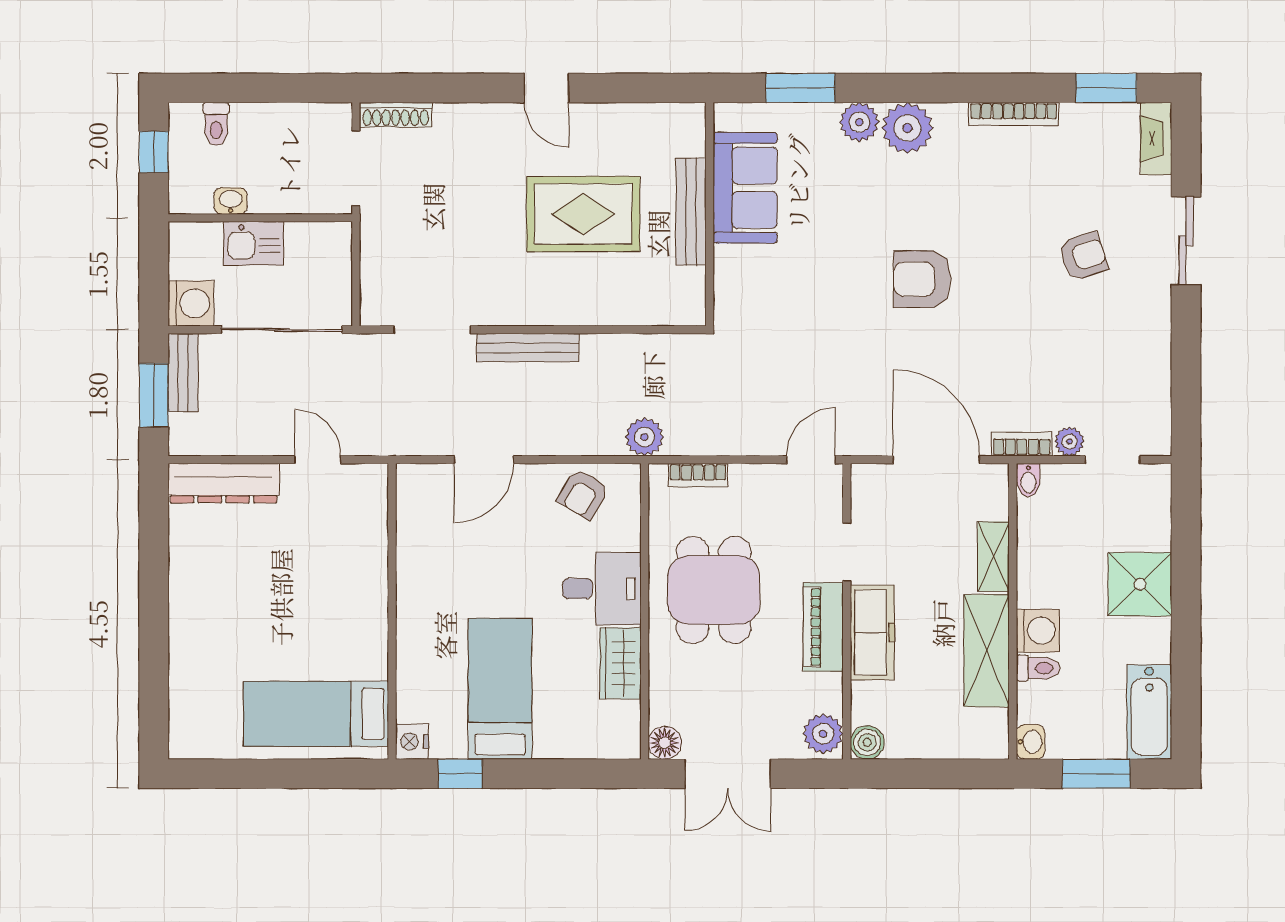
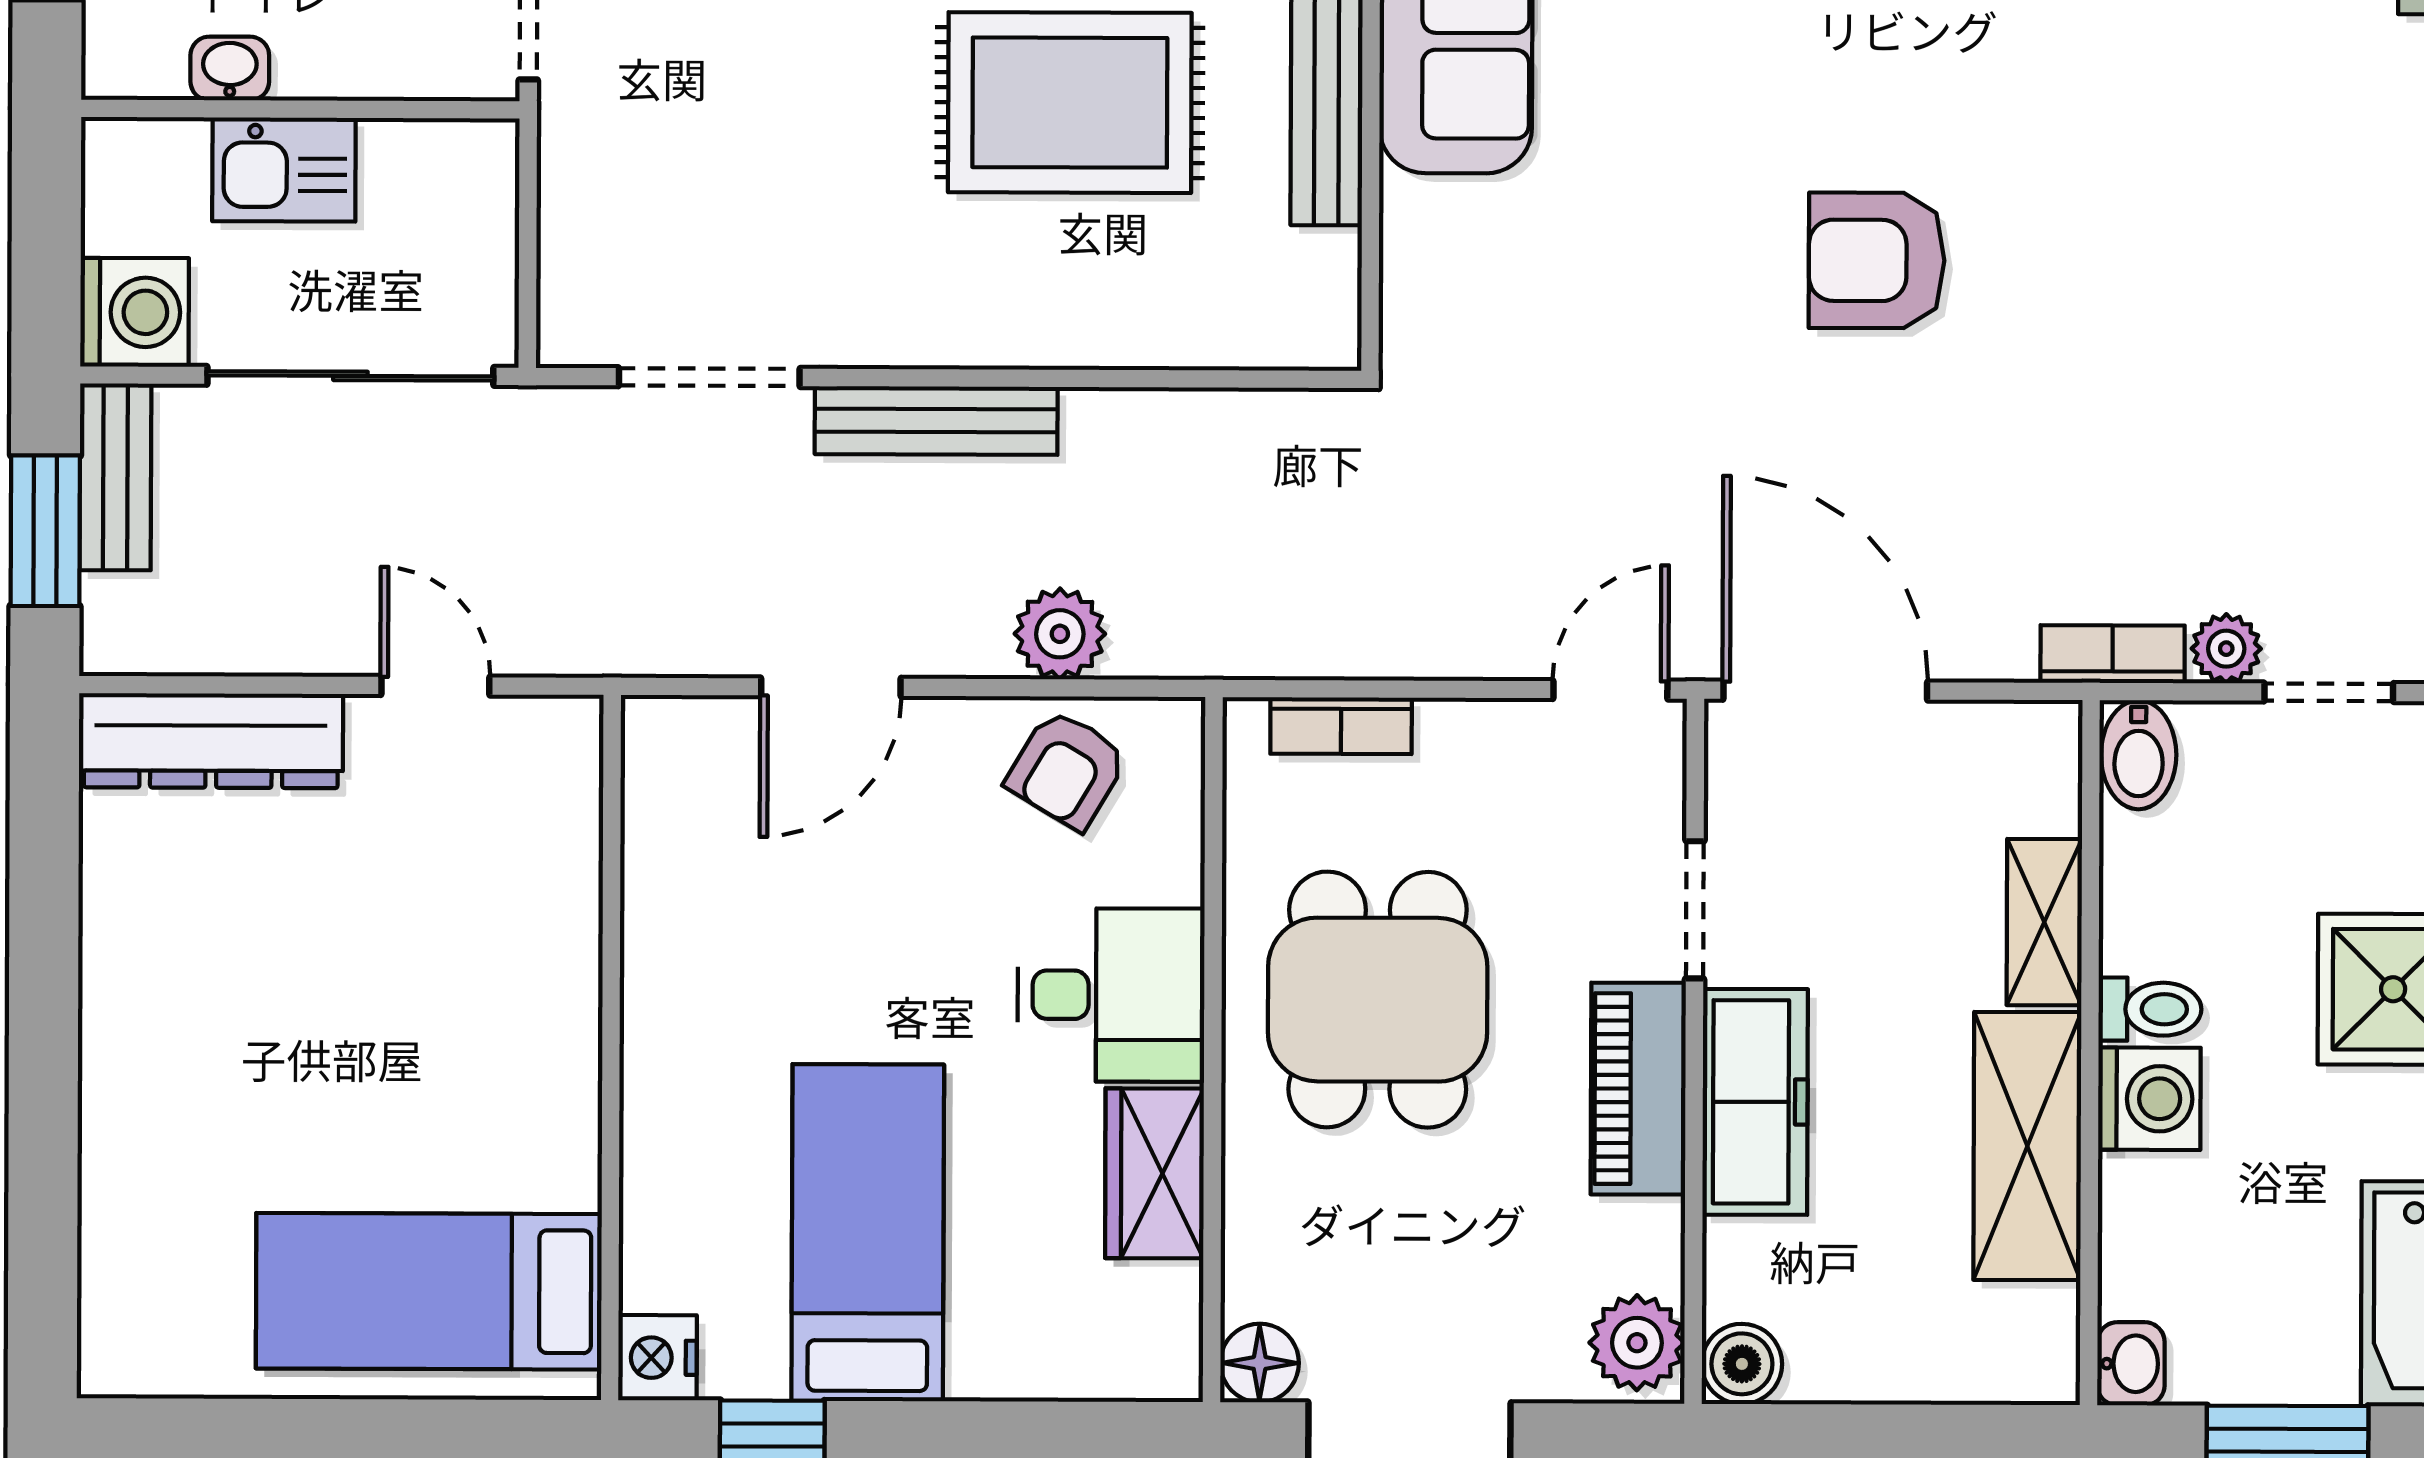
armchair: (1083, 256) -> (2261, 208), removed
plant: (644, 437) -> (1060, 634), moved
door: (936, 460) -> (1825, 691), moved
bidet: (1028, 480) -> (2139, 755), width x1.38, depth x1.36
toilet: (1038, 668) -> (2150, 1009), moved

